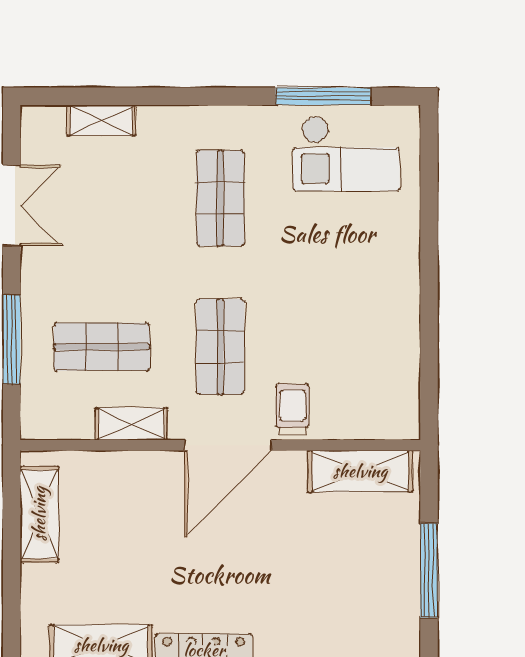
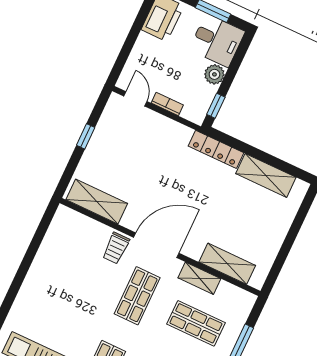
shelving: (39, 514) -> (227, 264), moved, turned 90
window: (429, 570) -> (86, 136), width x0.46

